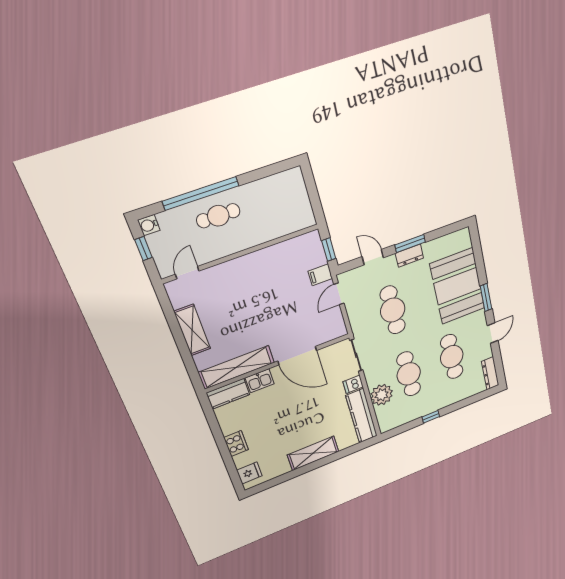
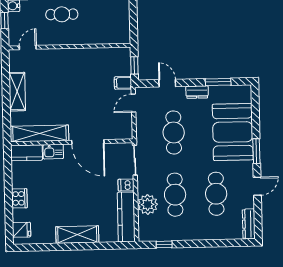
window: (410, 243) -> (218, 82), moved
window: (431, 417) -> (164, 244), moved

